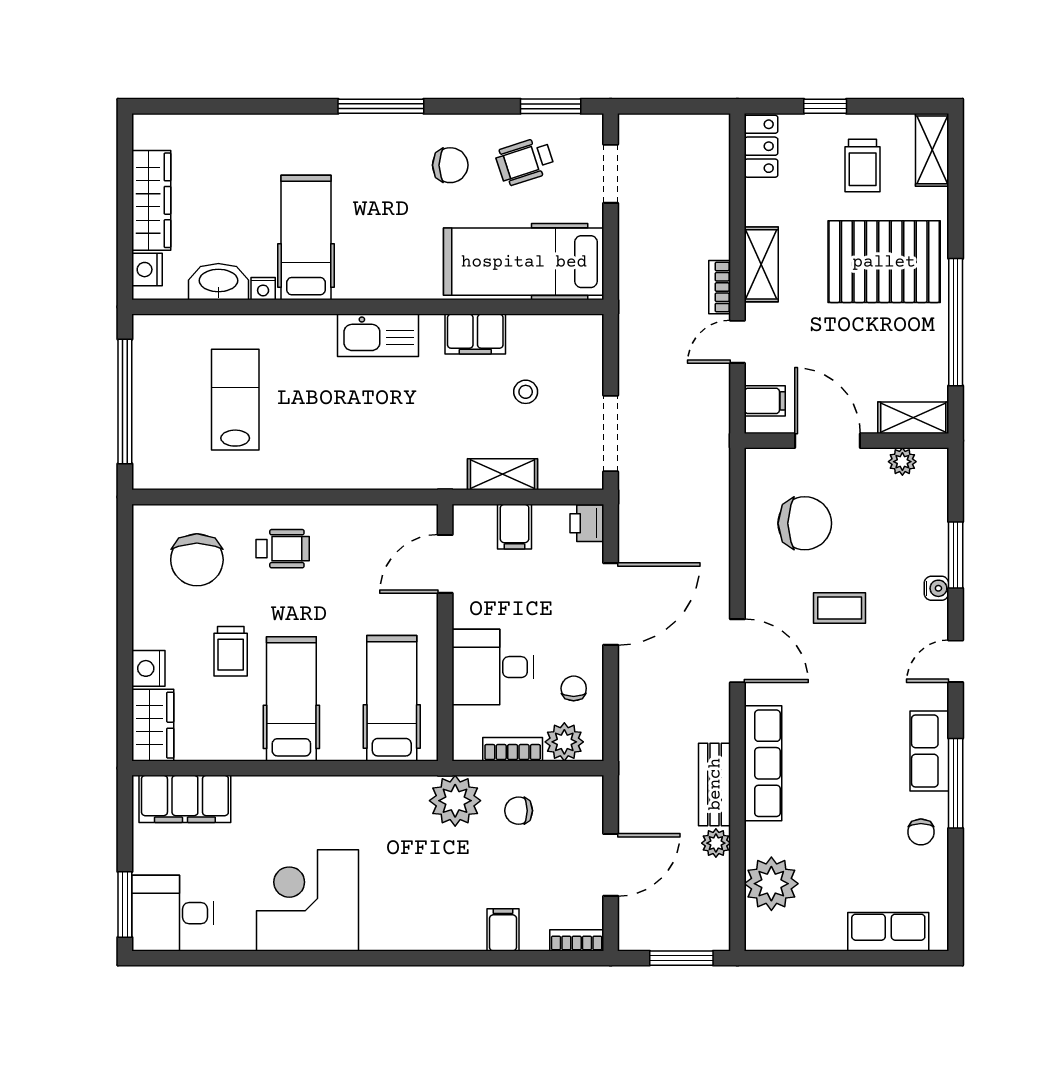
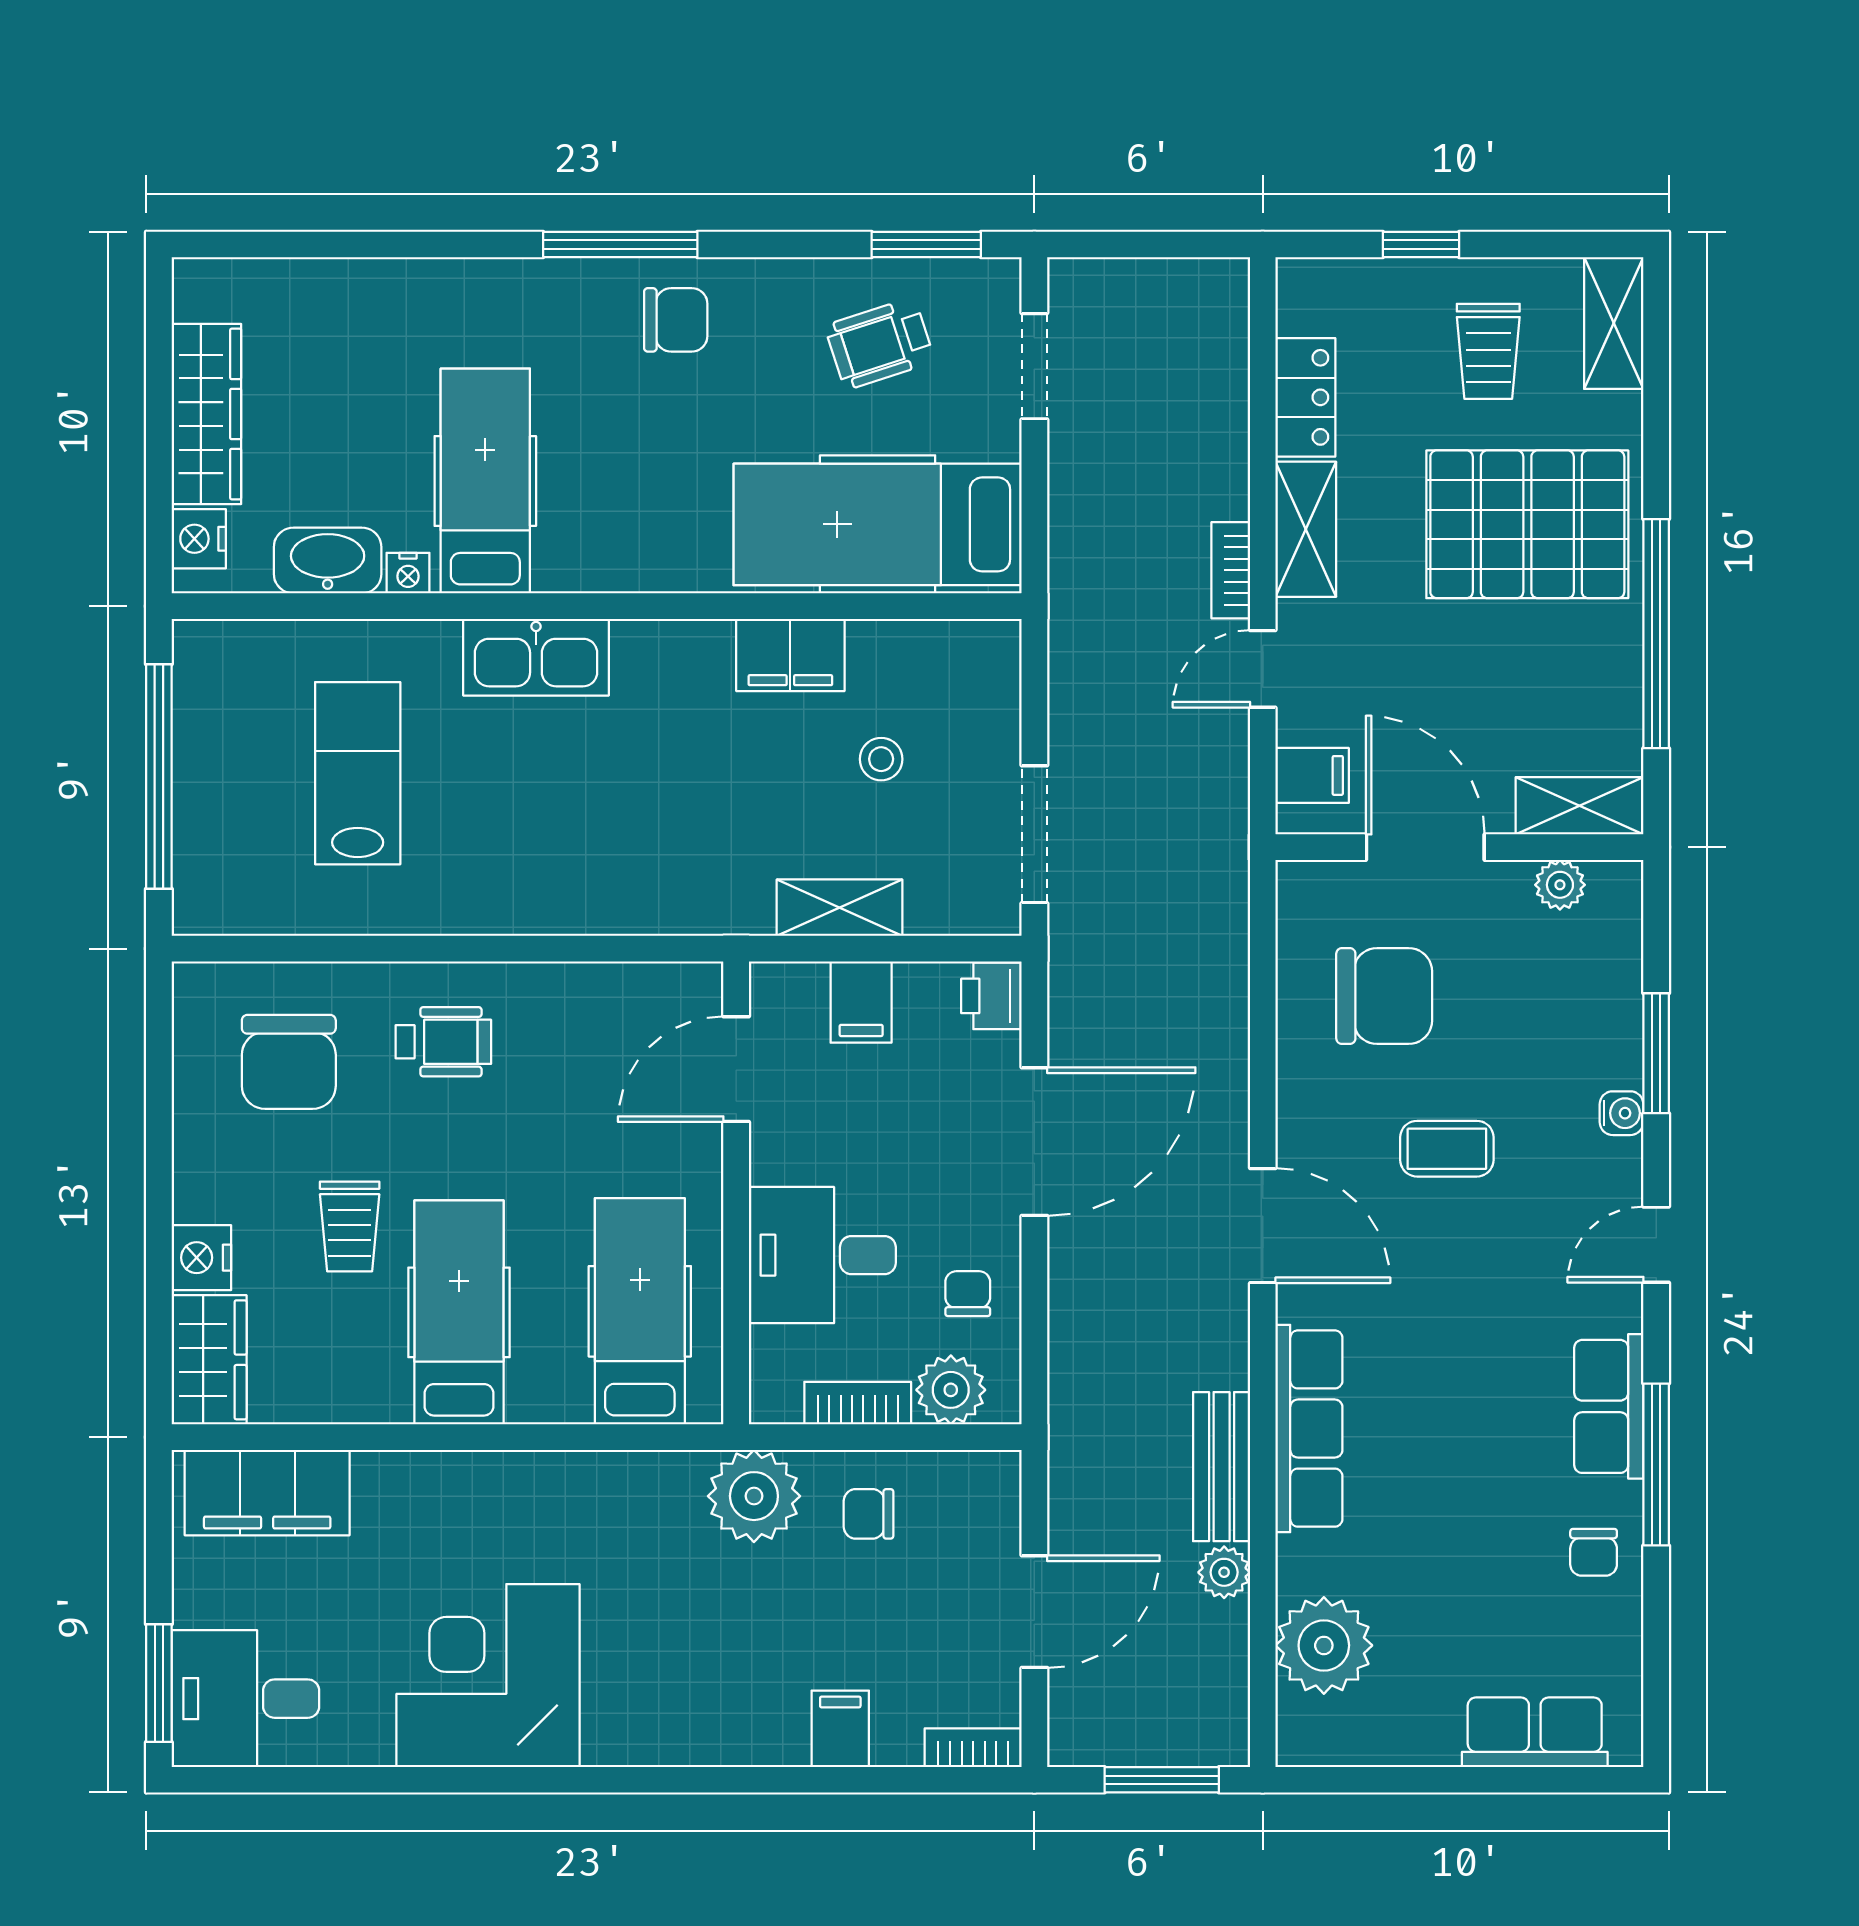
locker: (761, 146) -> (1305, 397), moved
chair: (450, 165) -> (676, 320), moved
kitchen sink: (378, 335) -> (536, 657), moved

